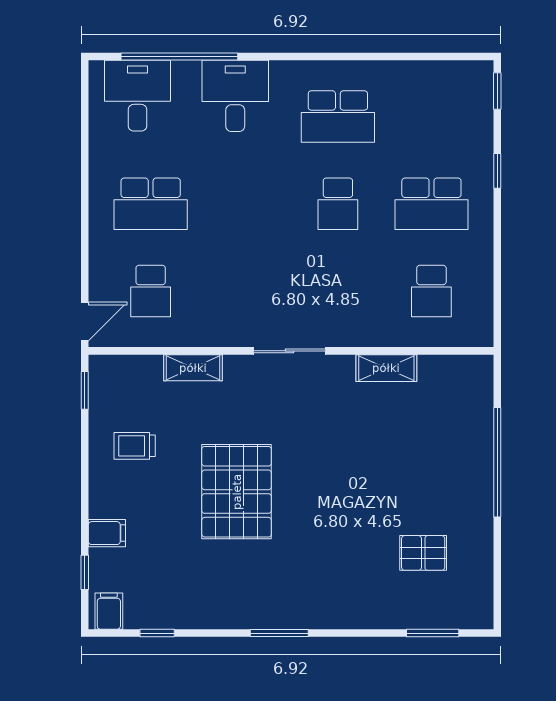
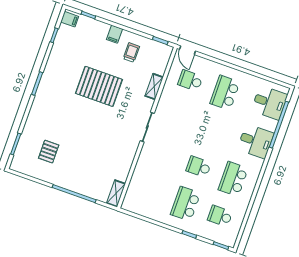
school desk: (431, 291) -> (220, 216), moved
shelving: (386, 368) -> (116, 193), moved
filing cabinet: (107, 533) -> (114, 34), moved

